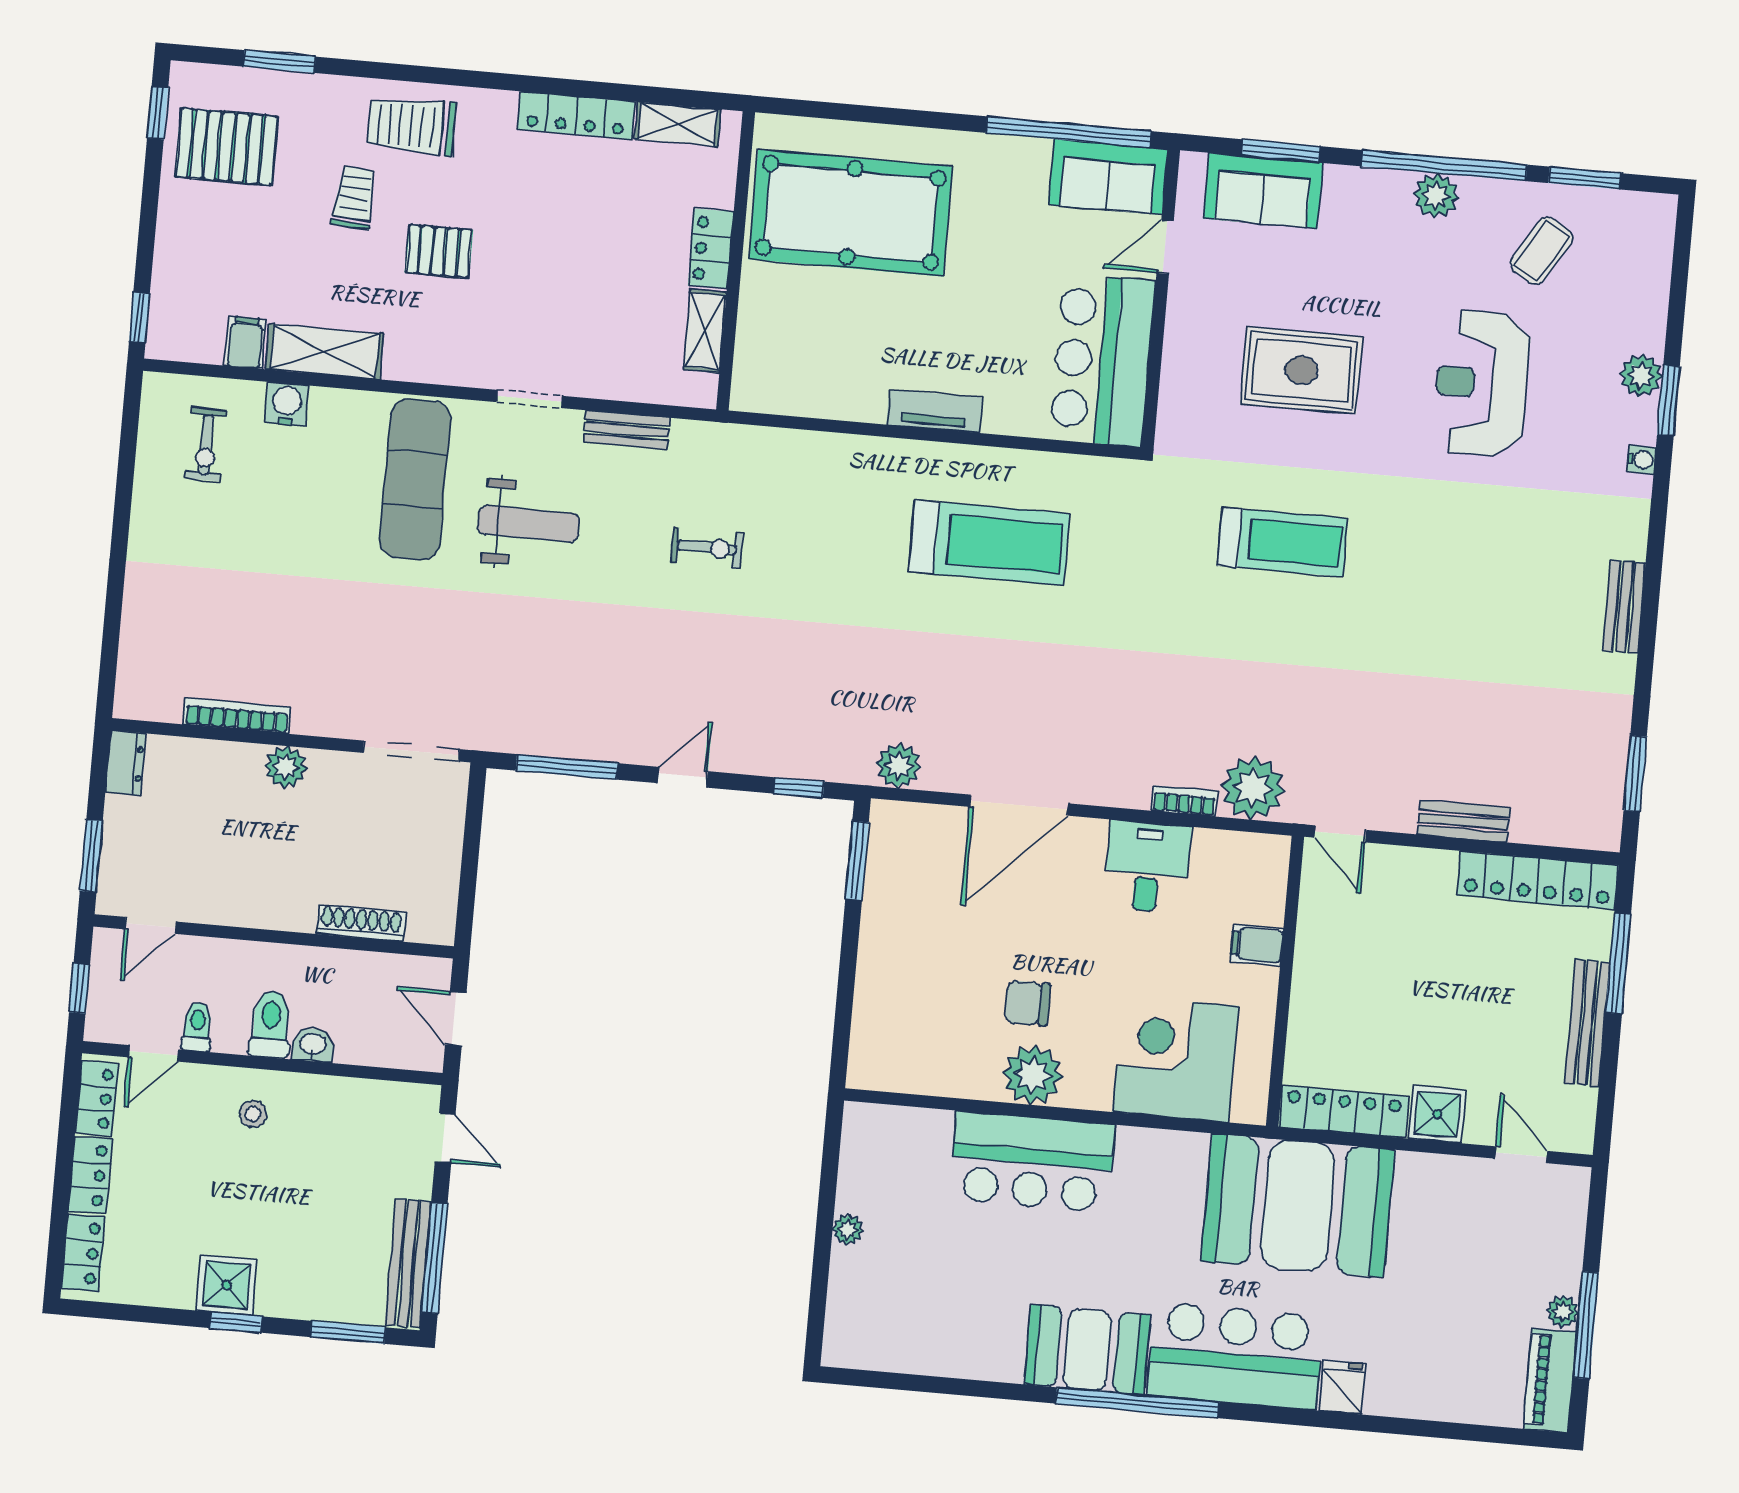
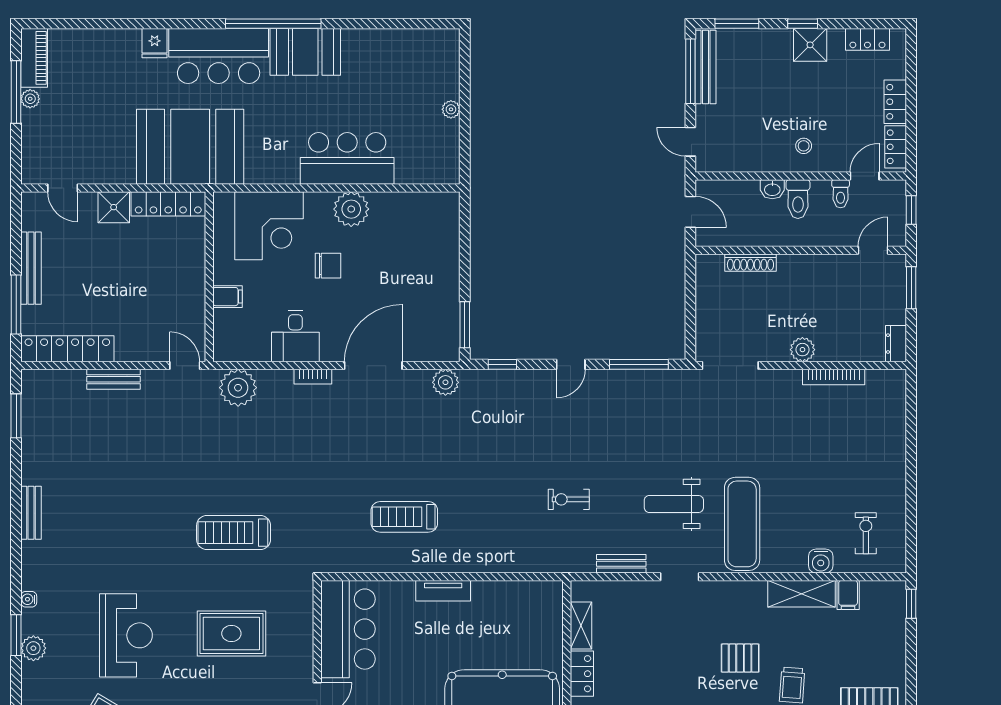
treadmill: (989, 543) -> (404, 517), width x0.73, depth x0.73
bookcase: (1184, 801) -> (313, 377), moved
chair: (1027, 1003) -> (328, 266), moved
locker: (83, 1253) -> (867, 39), moved, turned -90

